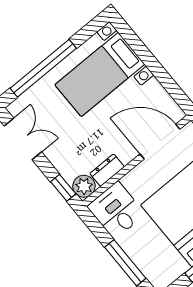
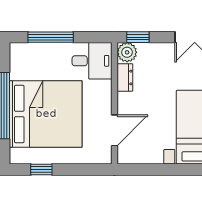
door: (160, 142) -> (114, 130), width x0.73

